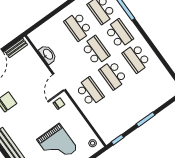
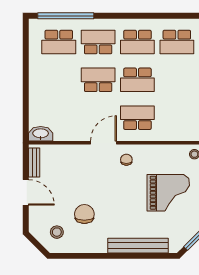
school desk: (78, 26) -> (177, 42), moved
washbasin: (48, 54) -> (41, 134), moved
door: (59, 82) -> (103, 143), swing flipped

